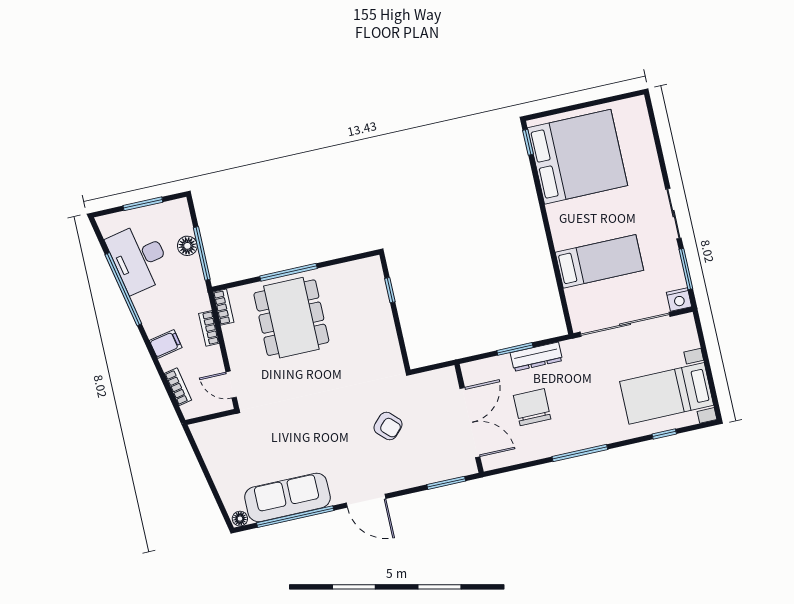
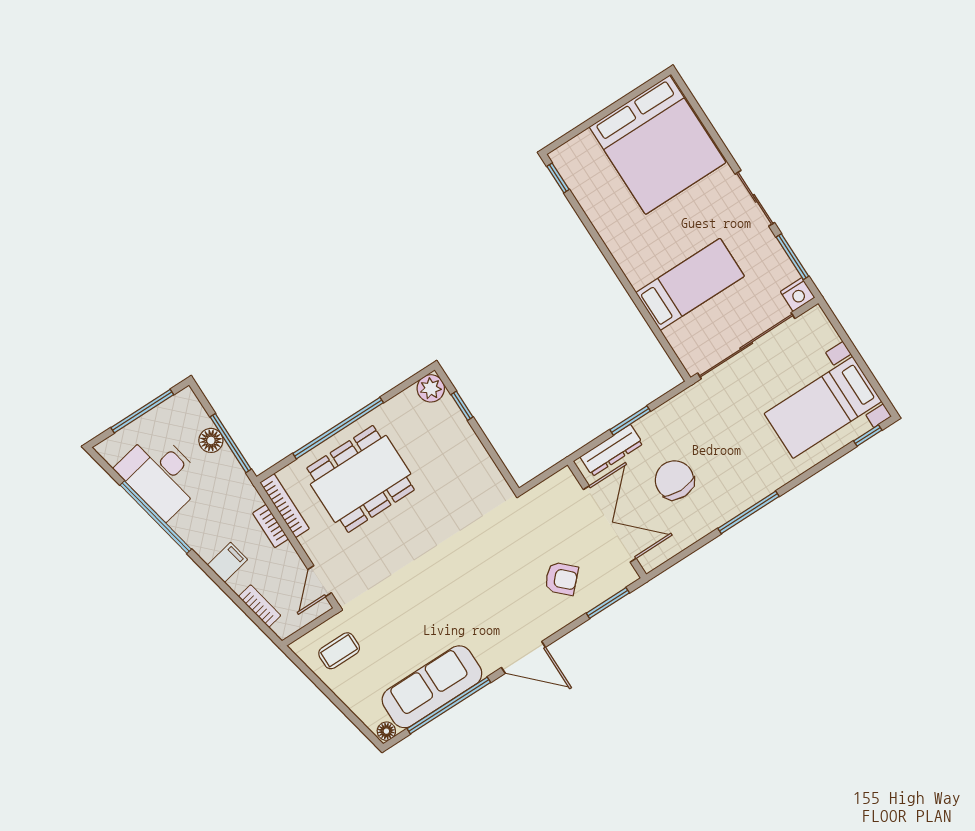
bed: (578, 157) -> (657, 145), moved, turned 90
window: (143, 204) -> (142, 411), width x1.44
plant: (371, 268) -> (431, 388), added
window: (288, 272) -> (338, 428), width x1.46
bookcase: (223, 307) -> (285, 505), width x1.56
dining table: (291, 318) -> (361, 479), turned 90
dresser: (536, 357) -> (611, 450), moved
door: (231, 385) -> (320, 581), hinge flipped
armchair: (388, 426) -> (561, 579), moved
window: (664, 434) -> (868, 436), moved
coffee table: (226, 444) -> (339, 651), added

